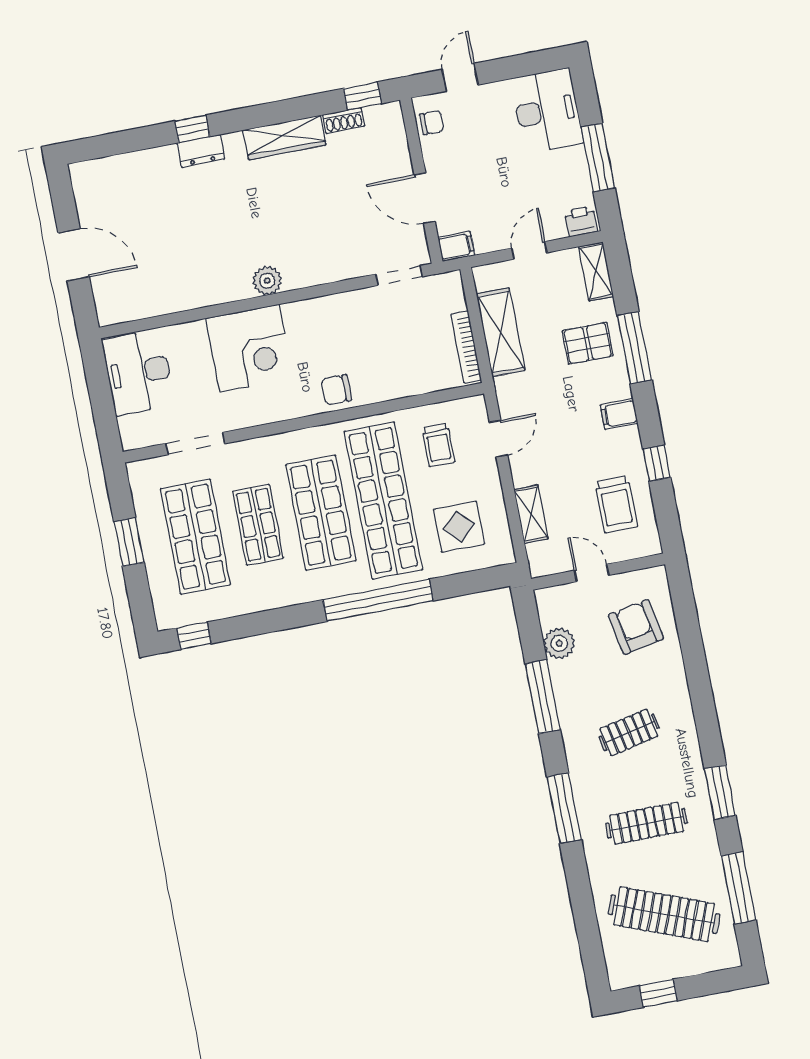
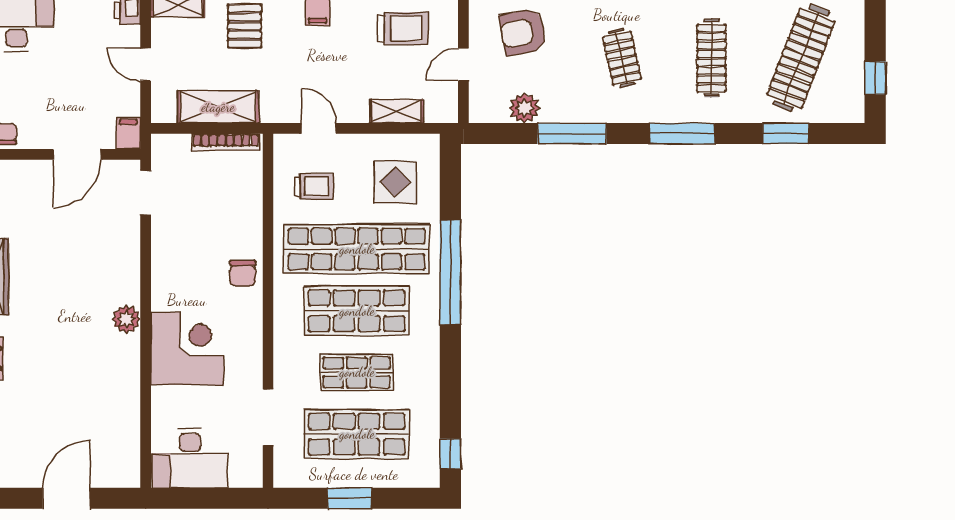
window: (584, 913) -> (786, 134), added

